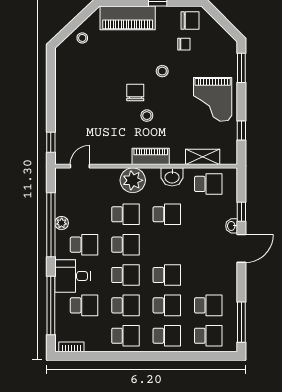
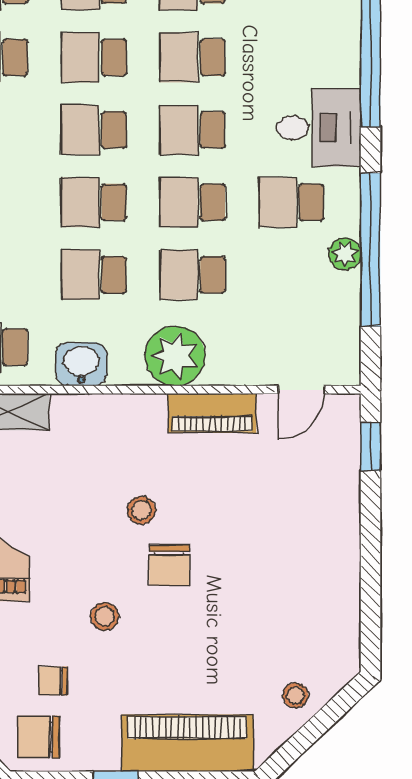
piano: (151, 156) -> (212, 413), moved
school desk: (84, 305) -> (94, 202), moved

